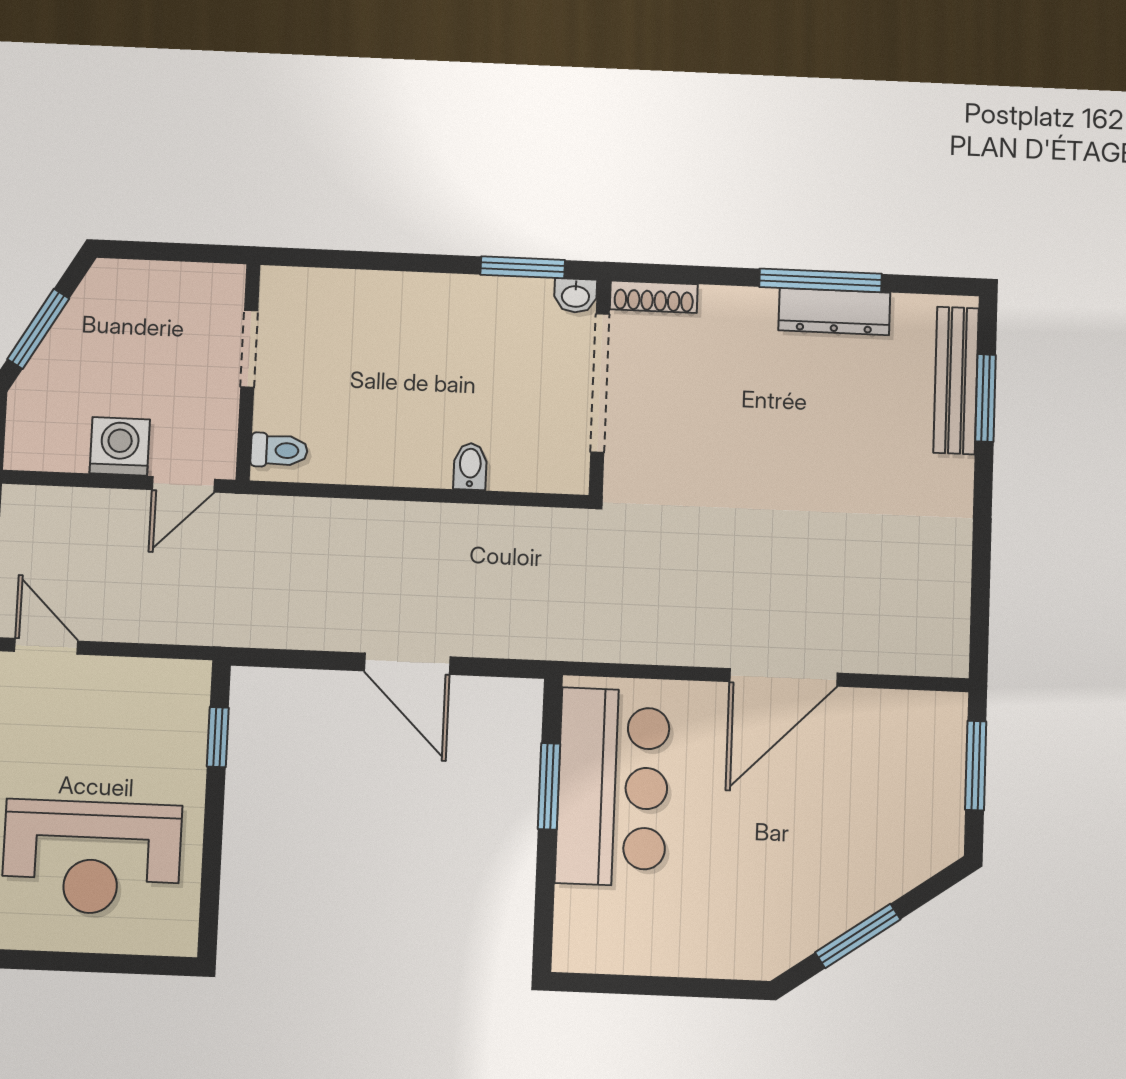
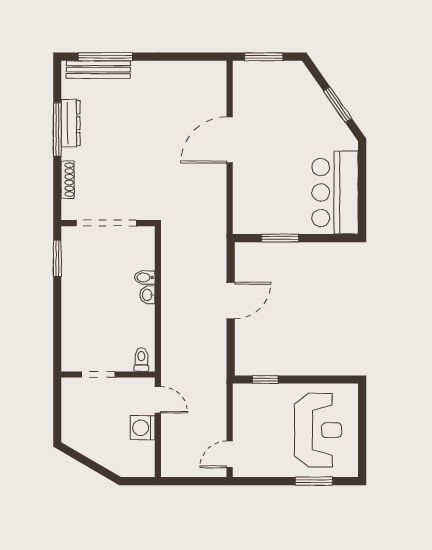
washbasin: (575, 296) -> (148, 295), moved, turned 180
shoe rack: (654, 297) -> (68, 180), moved
window: (38, 329) -> (93, 465), removed
window: (985, 398) -> (105, 57), width x1.44
door: (783, 677) -> (230, 140), swing flipped
bar counter: (613, 787) -> (335, 193), moved, turned -90

